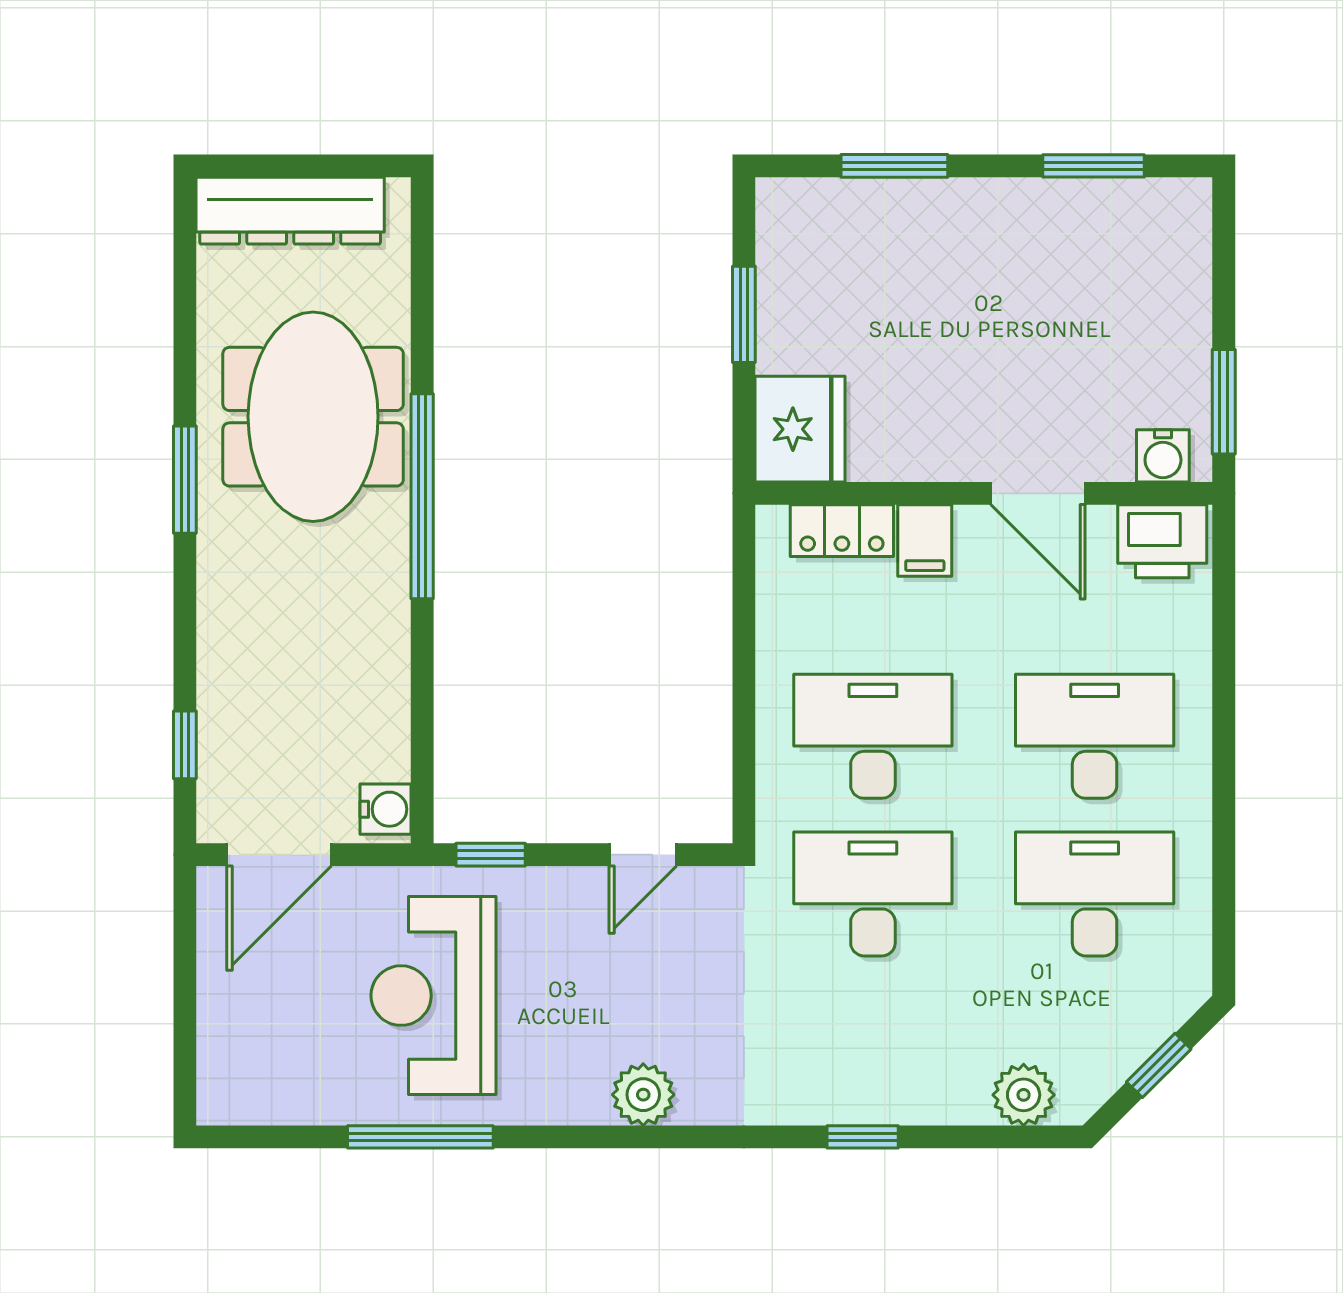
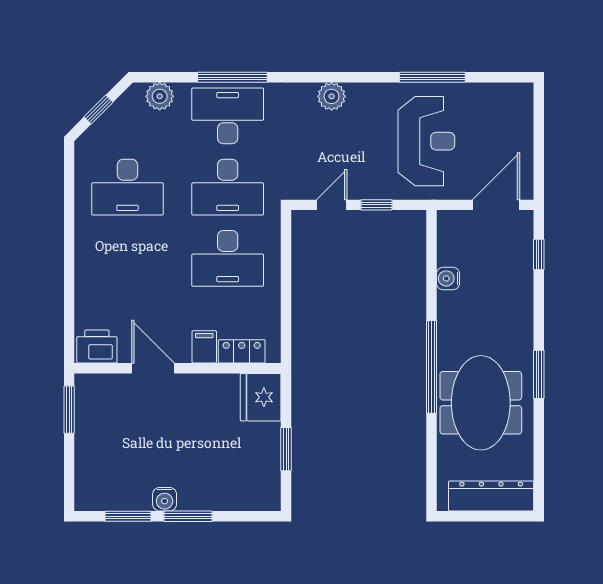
window: (894, 166) -> (188, 516), moved
water cooler: (1163, 456) -> (165, 499), moved, turned 180
desk: (1095, 736) -> (228, 116), moved, turned 180
water cooler: (385, 809) -> (448, 278), moved
window: (491, 855) -> (376, 205), moved
window: (863, 1137) -> (232, 77), width x2.17

